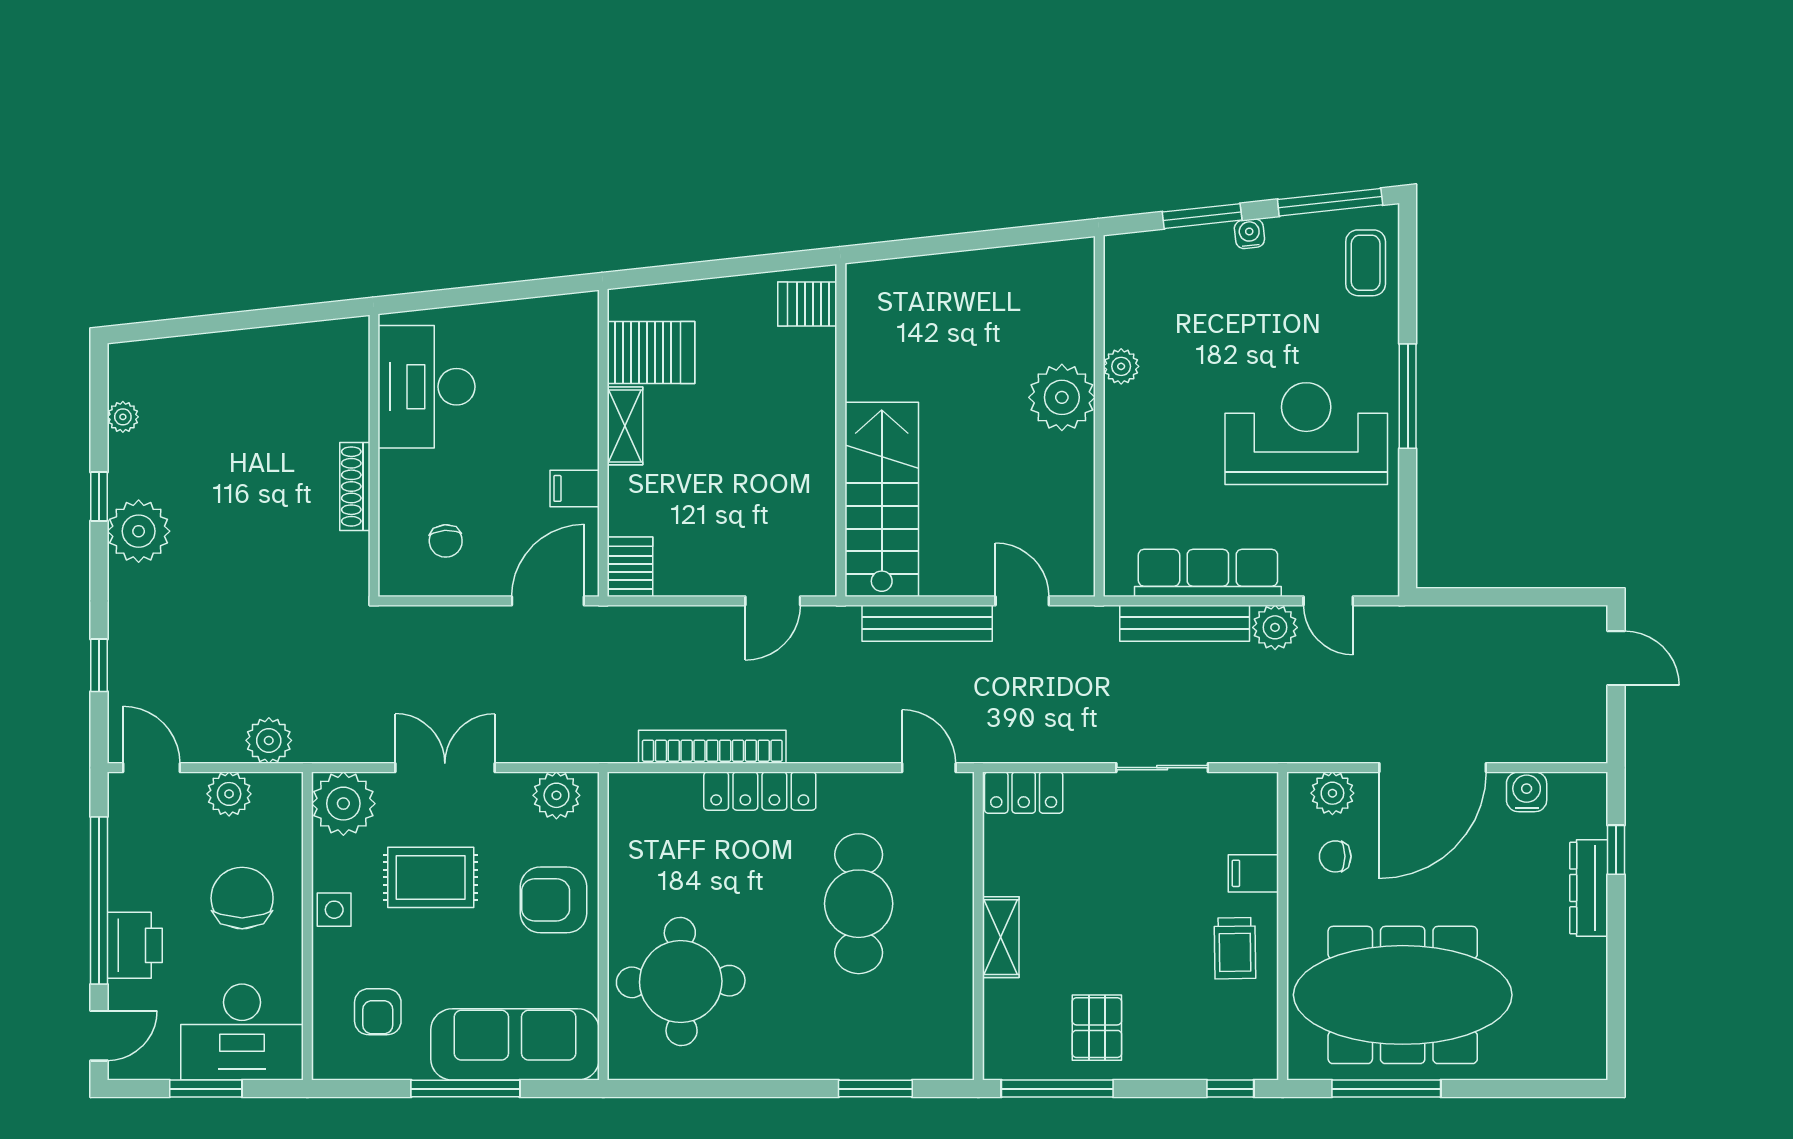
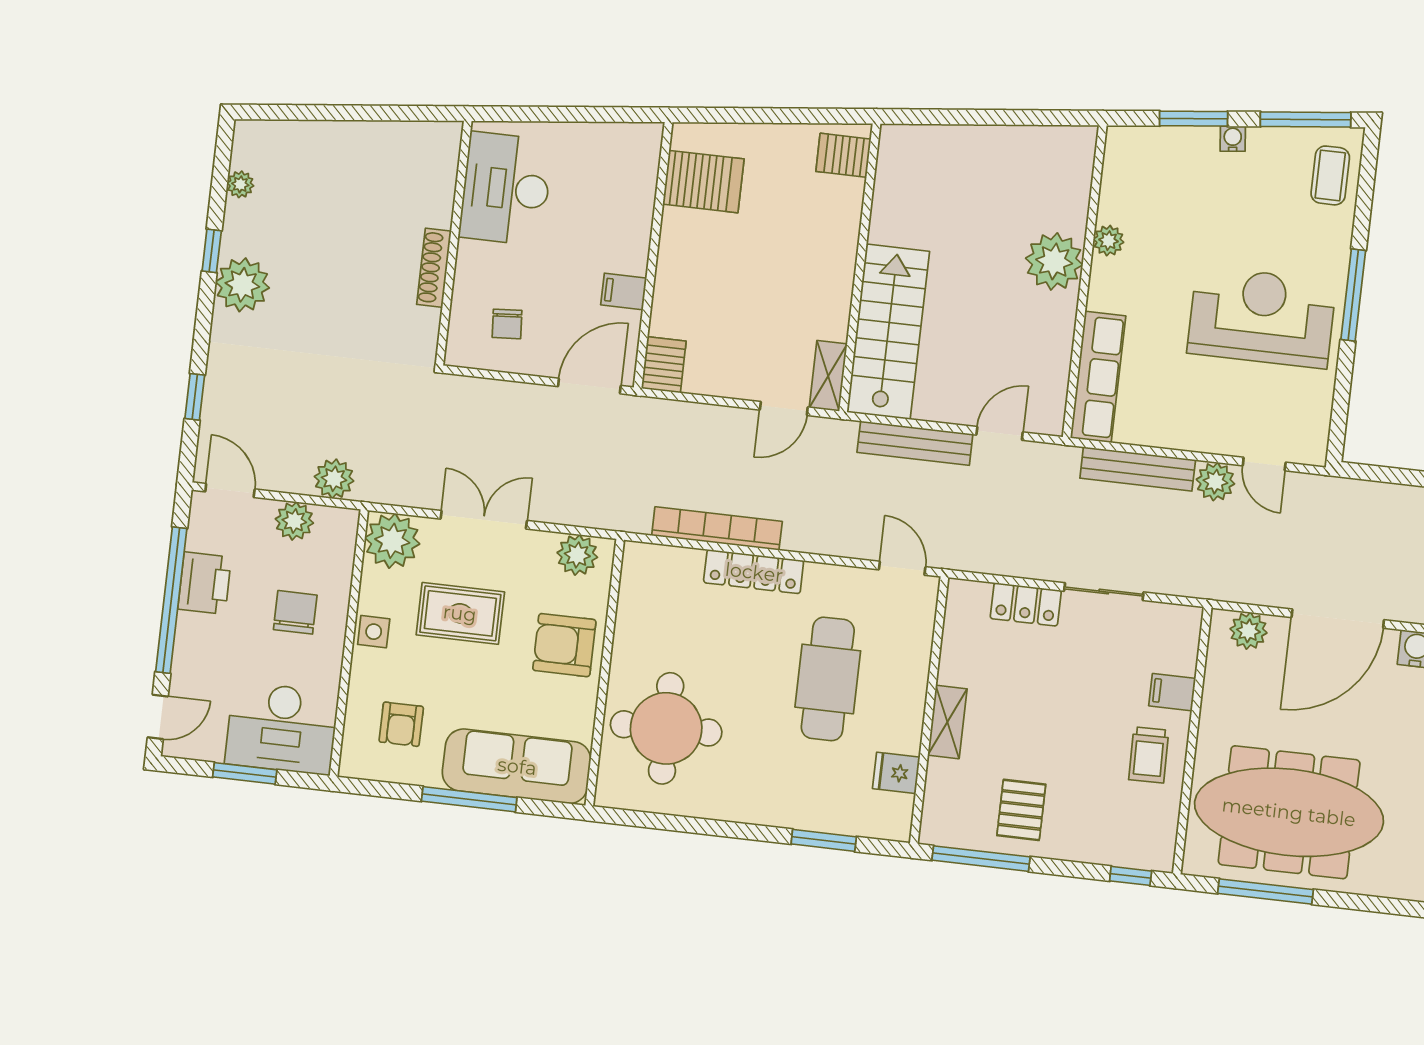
shelving: (625, 426) -> (828, 376), moved
row of seats: (1208, 573) -> (1098, 377), moved, turned 90
door: (1022, 601) -> (1000, 433), hinge flipped
locker: (1024, 793) -> (1026, 604), moved
chair: (1335, 856) -> (1245, 686), removed
chair: (242, 898) -> (295, 612), width x0.73, depth x0.73
printer: (135, 945) -> (205, 583), moved
fridge: (949, 1002) -> (896, 773), added

